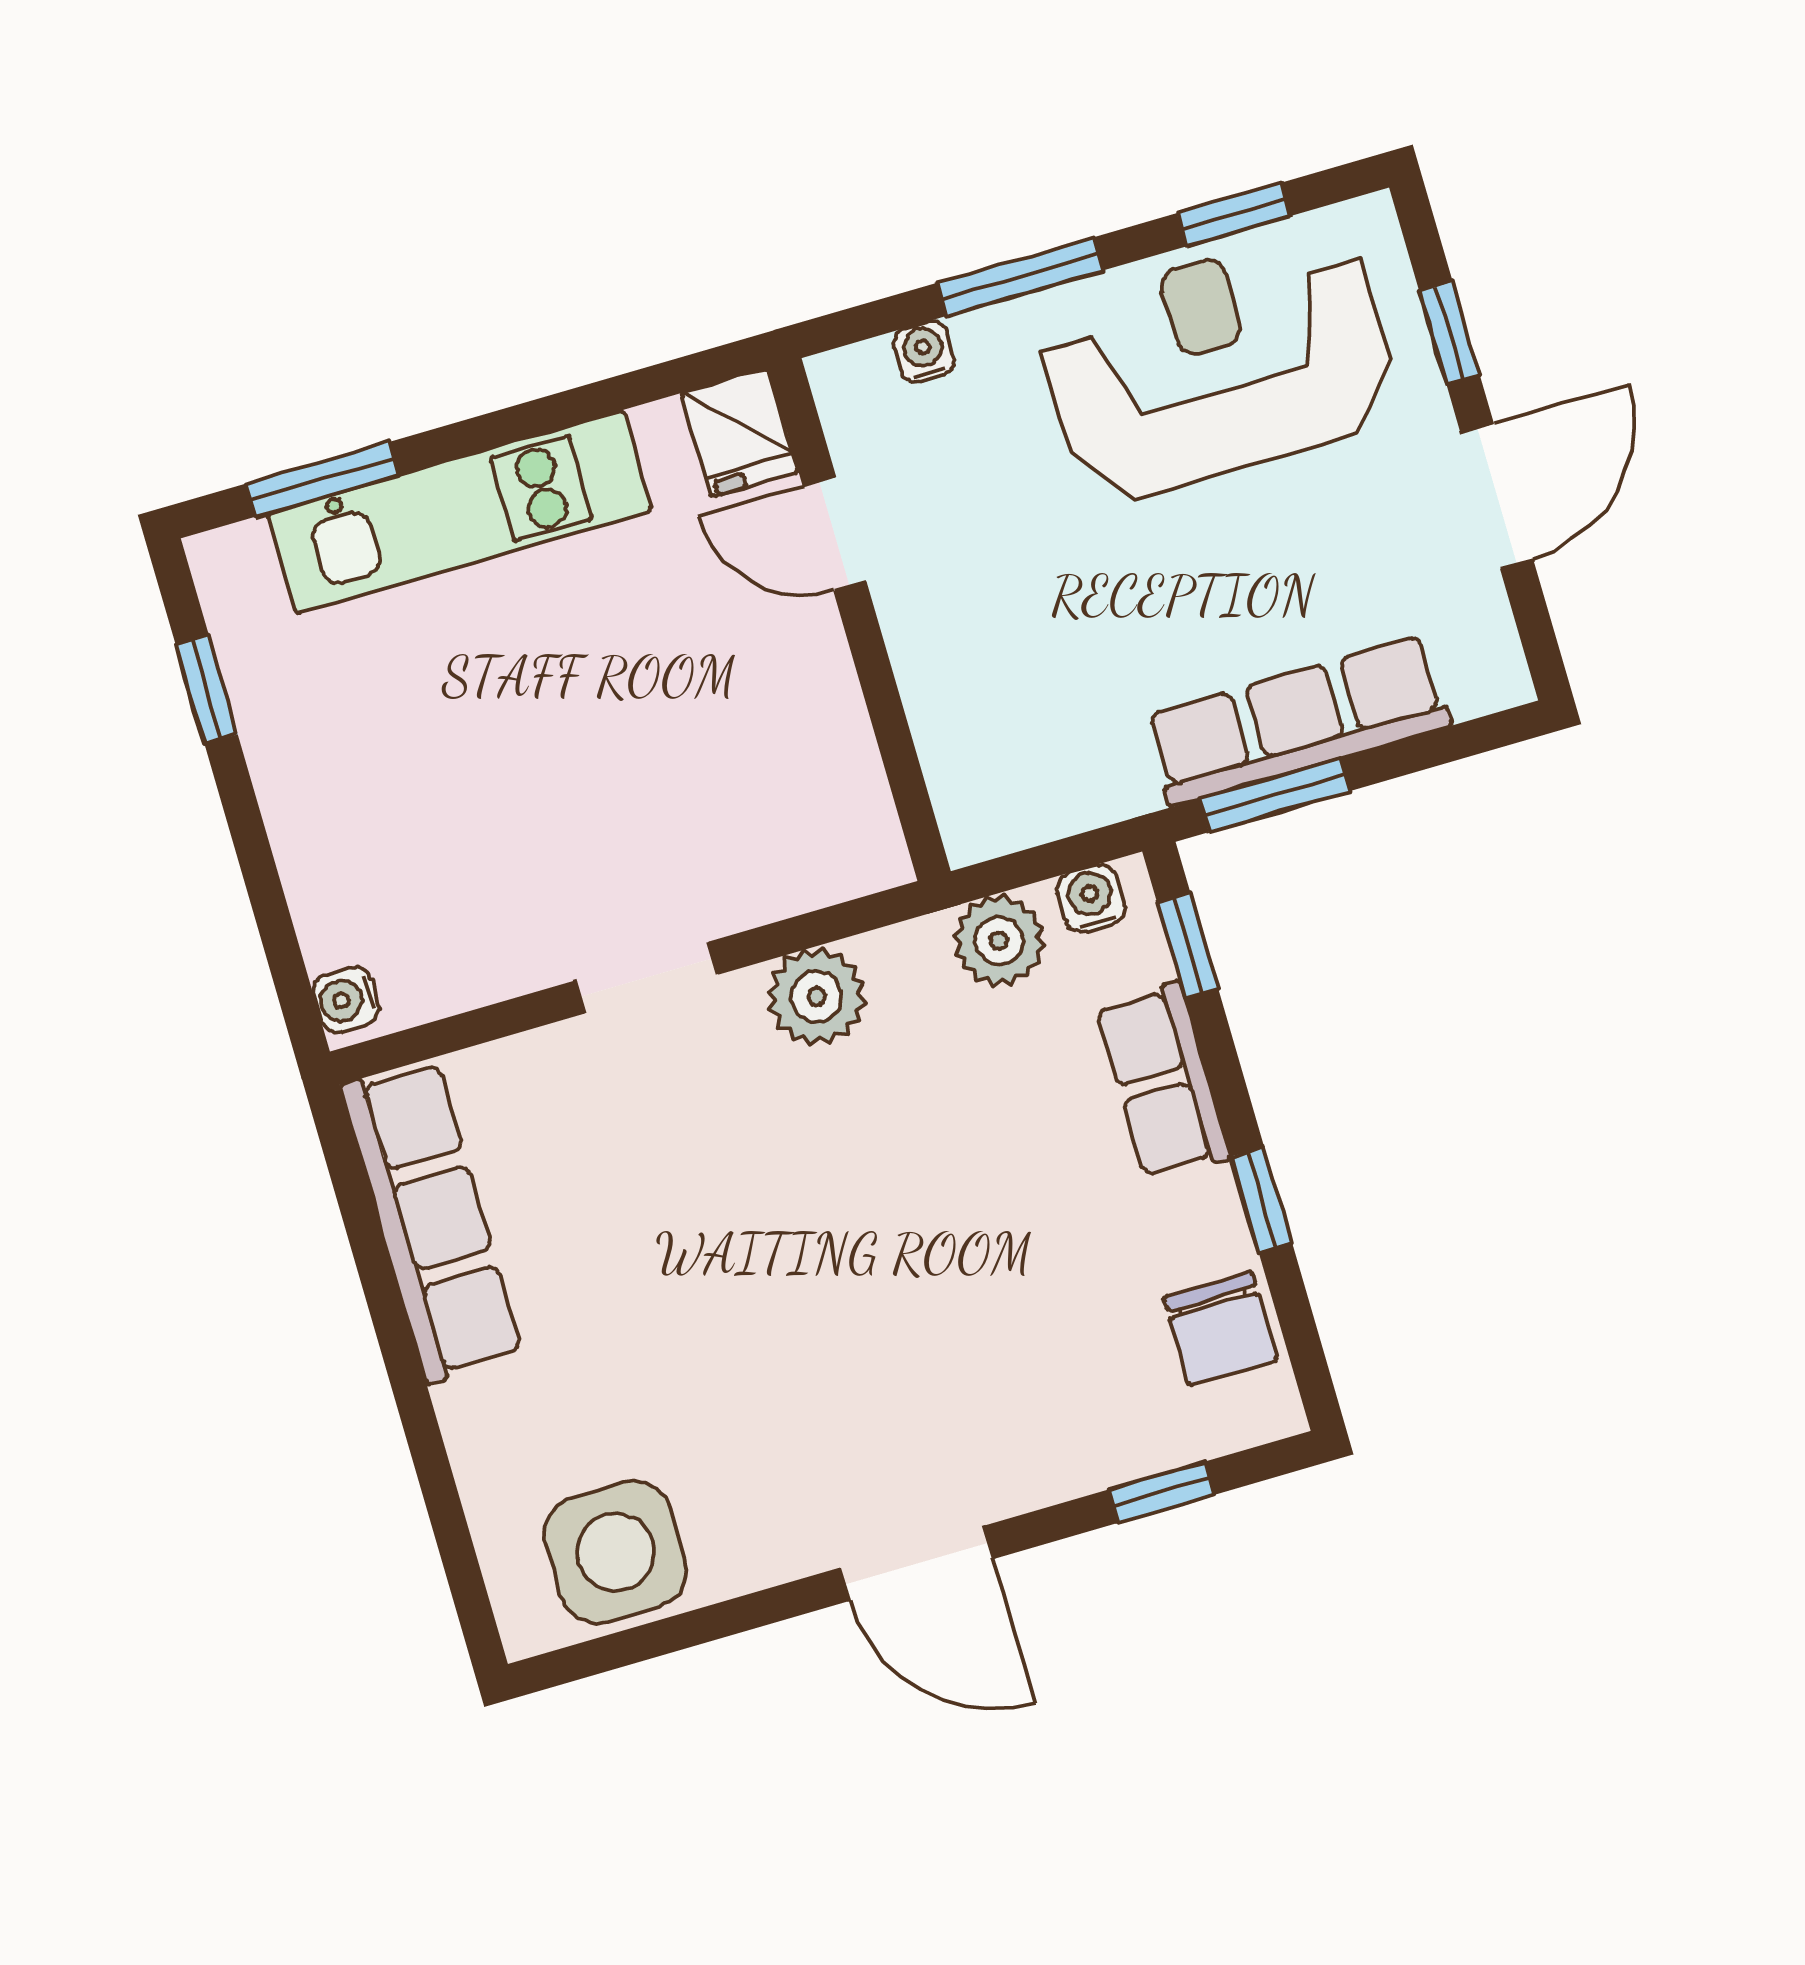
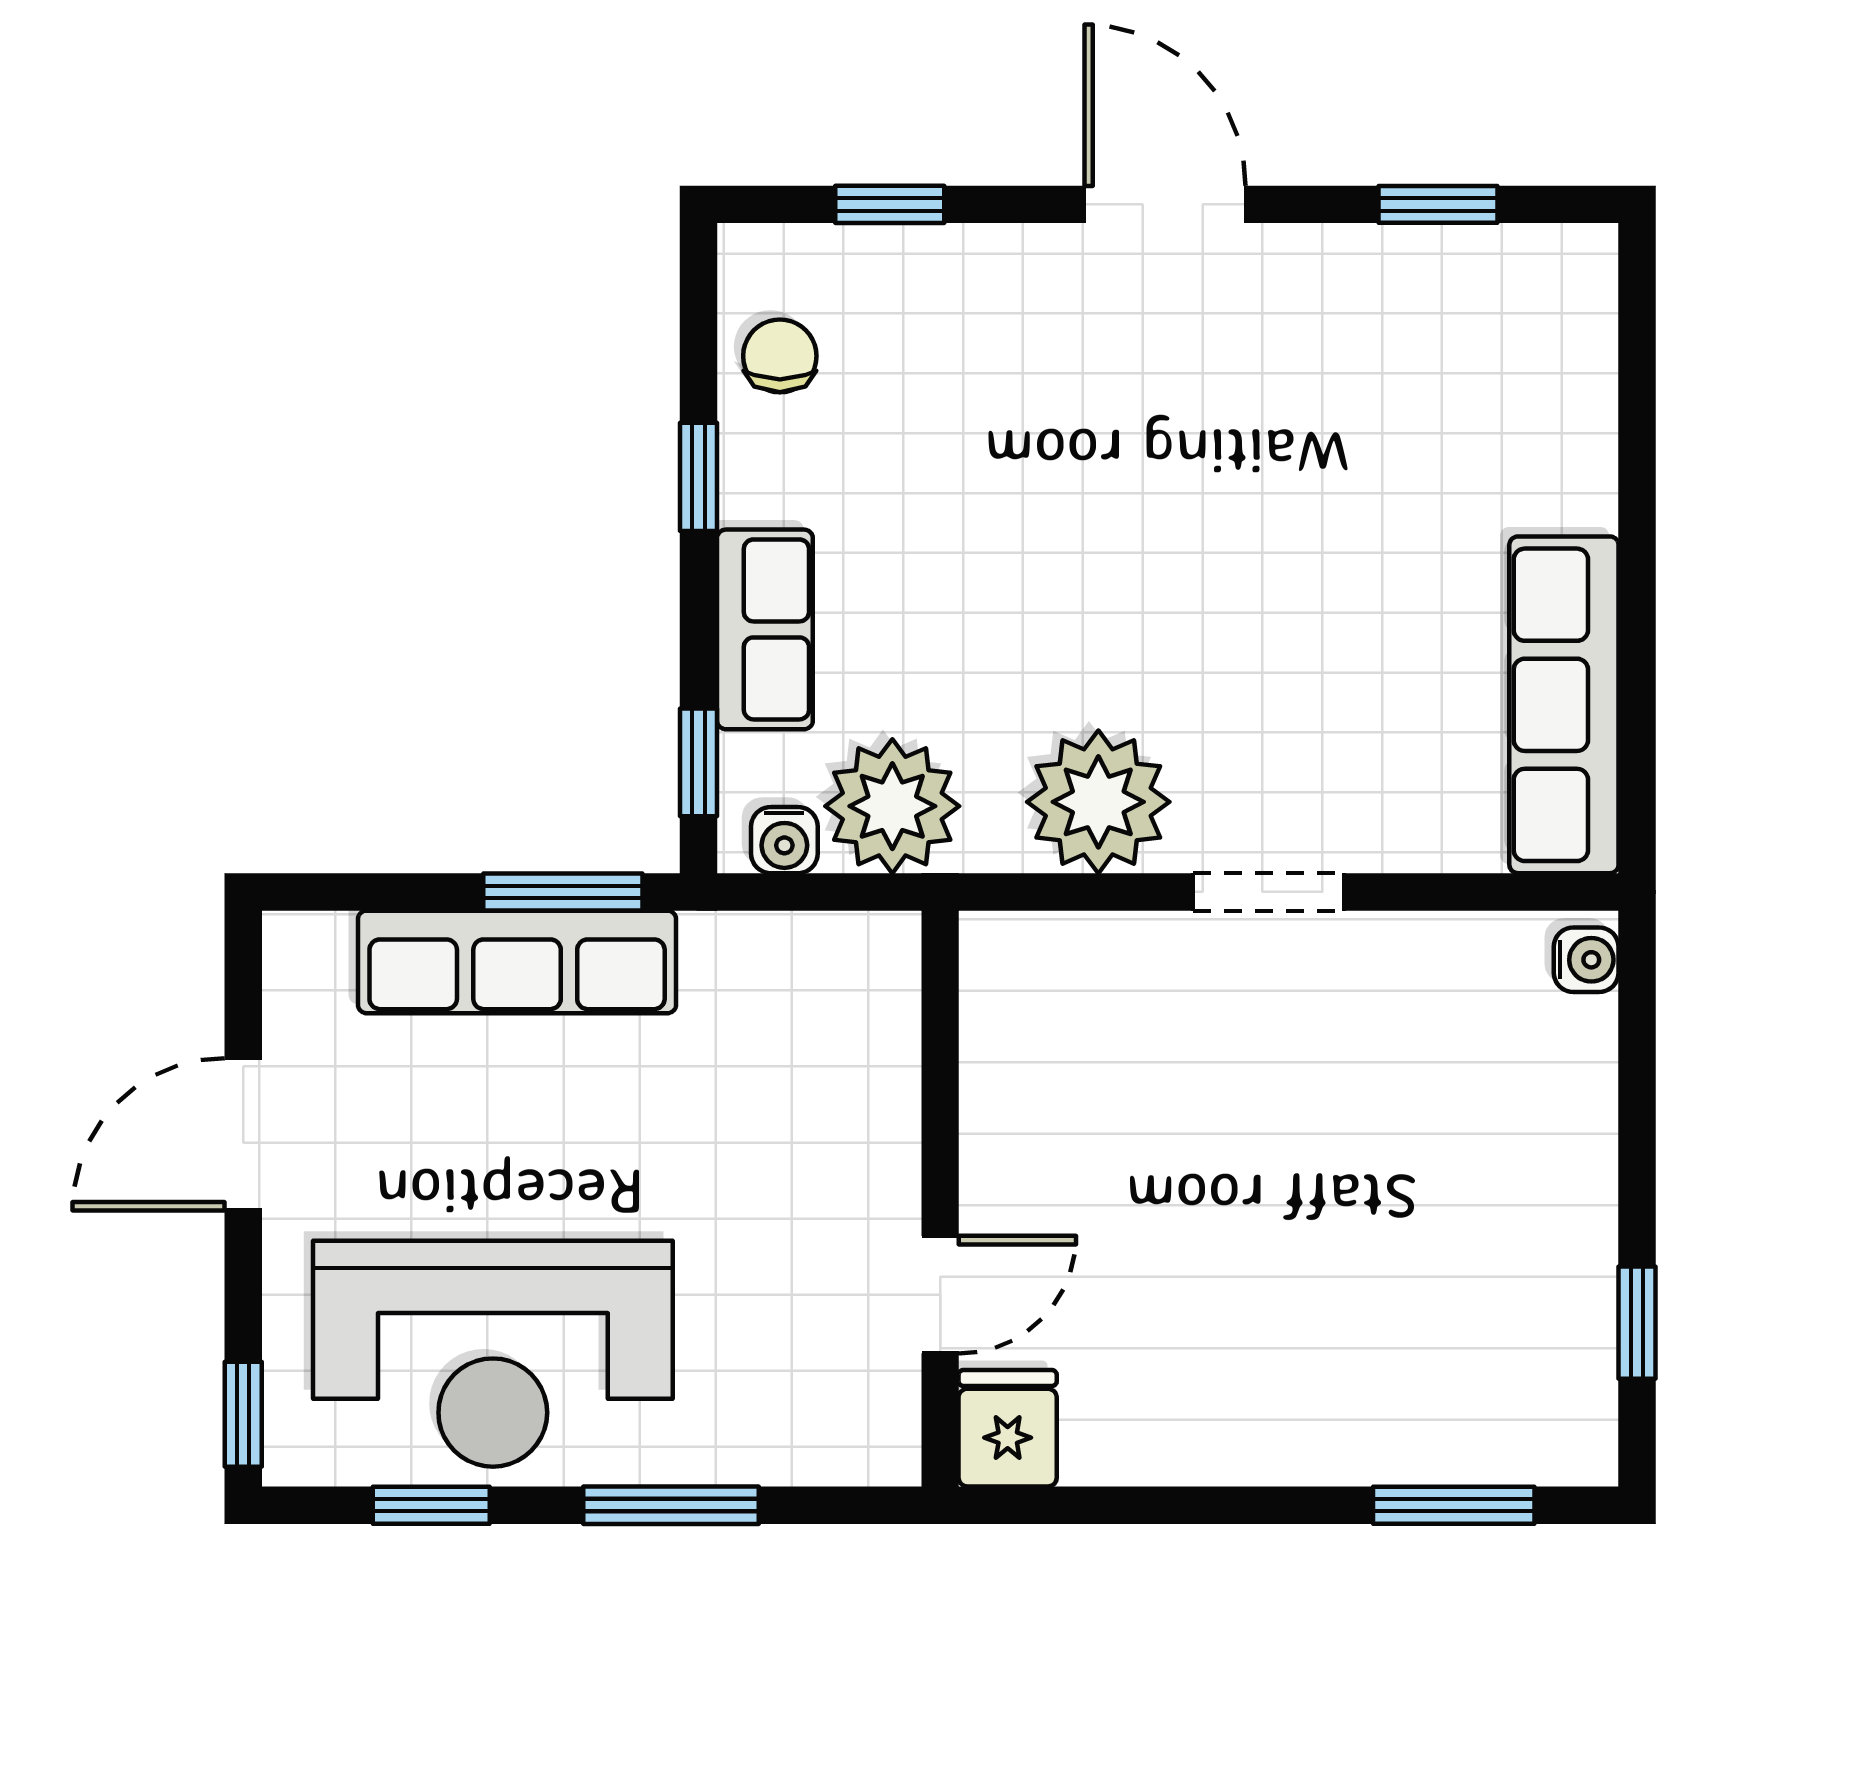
window: (1450, 333) -> (243, 1414), moved
water cooler: (924, 351) -> (793, 1457), removed
kitchen unit: (460, 512) -> (1322, 1430), removed
door: (835, 534) -> (940, 1295), hinge flipped
plant: (999, 941) -> (892, 806), width x1.36, depth x1.36
plant: (816, 997) -> (1098, 802), width x1.36, depth x1.36
chair: (1220, 1329) -> (780, 356), width x0.73, depth x0.73
side table: (616, 1552) -> (1473, 307), removed
window: (673, 1634) -> (1438, 204), added

